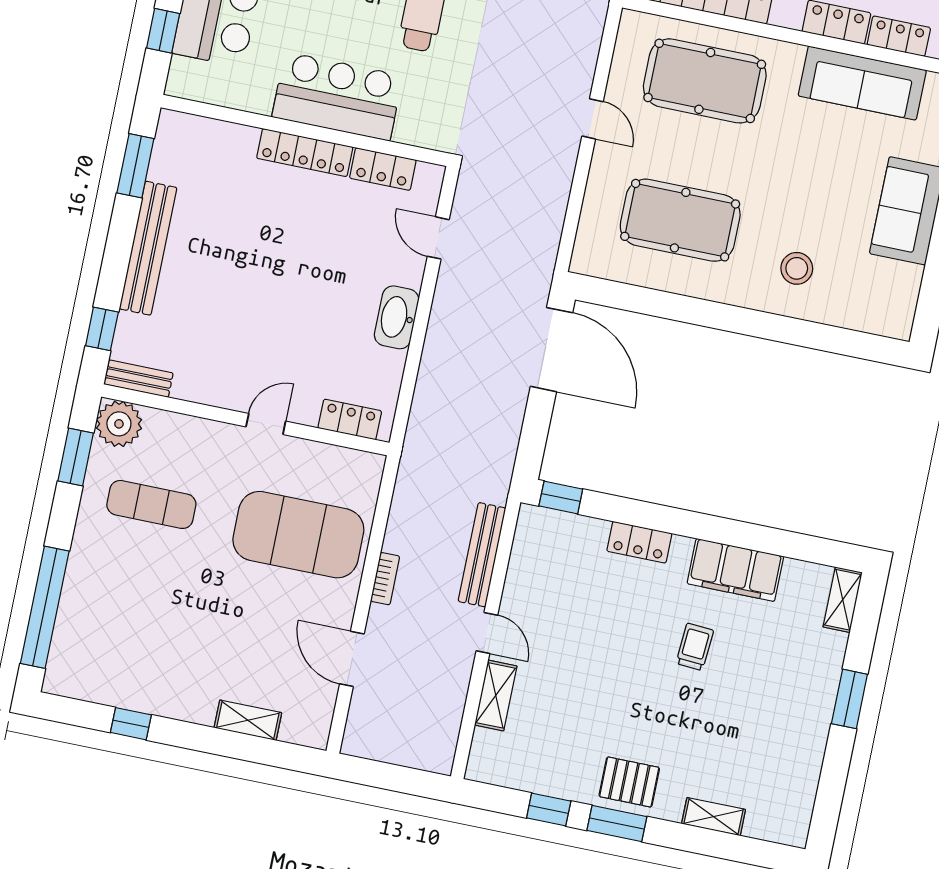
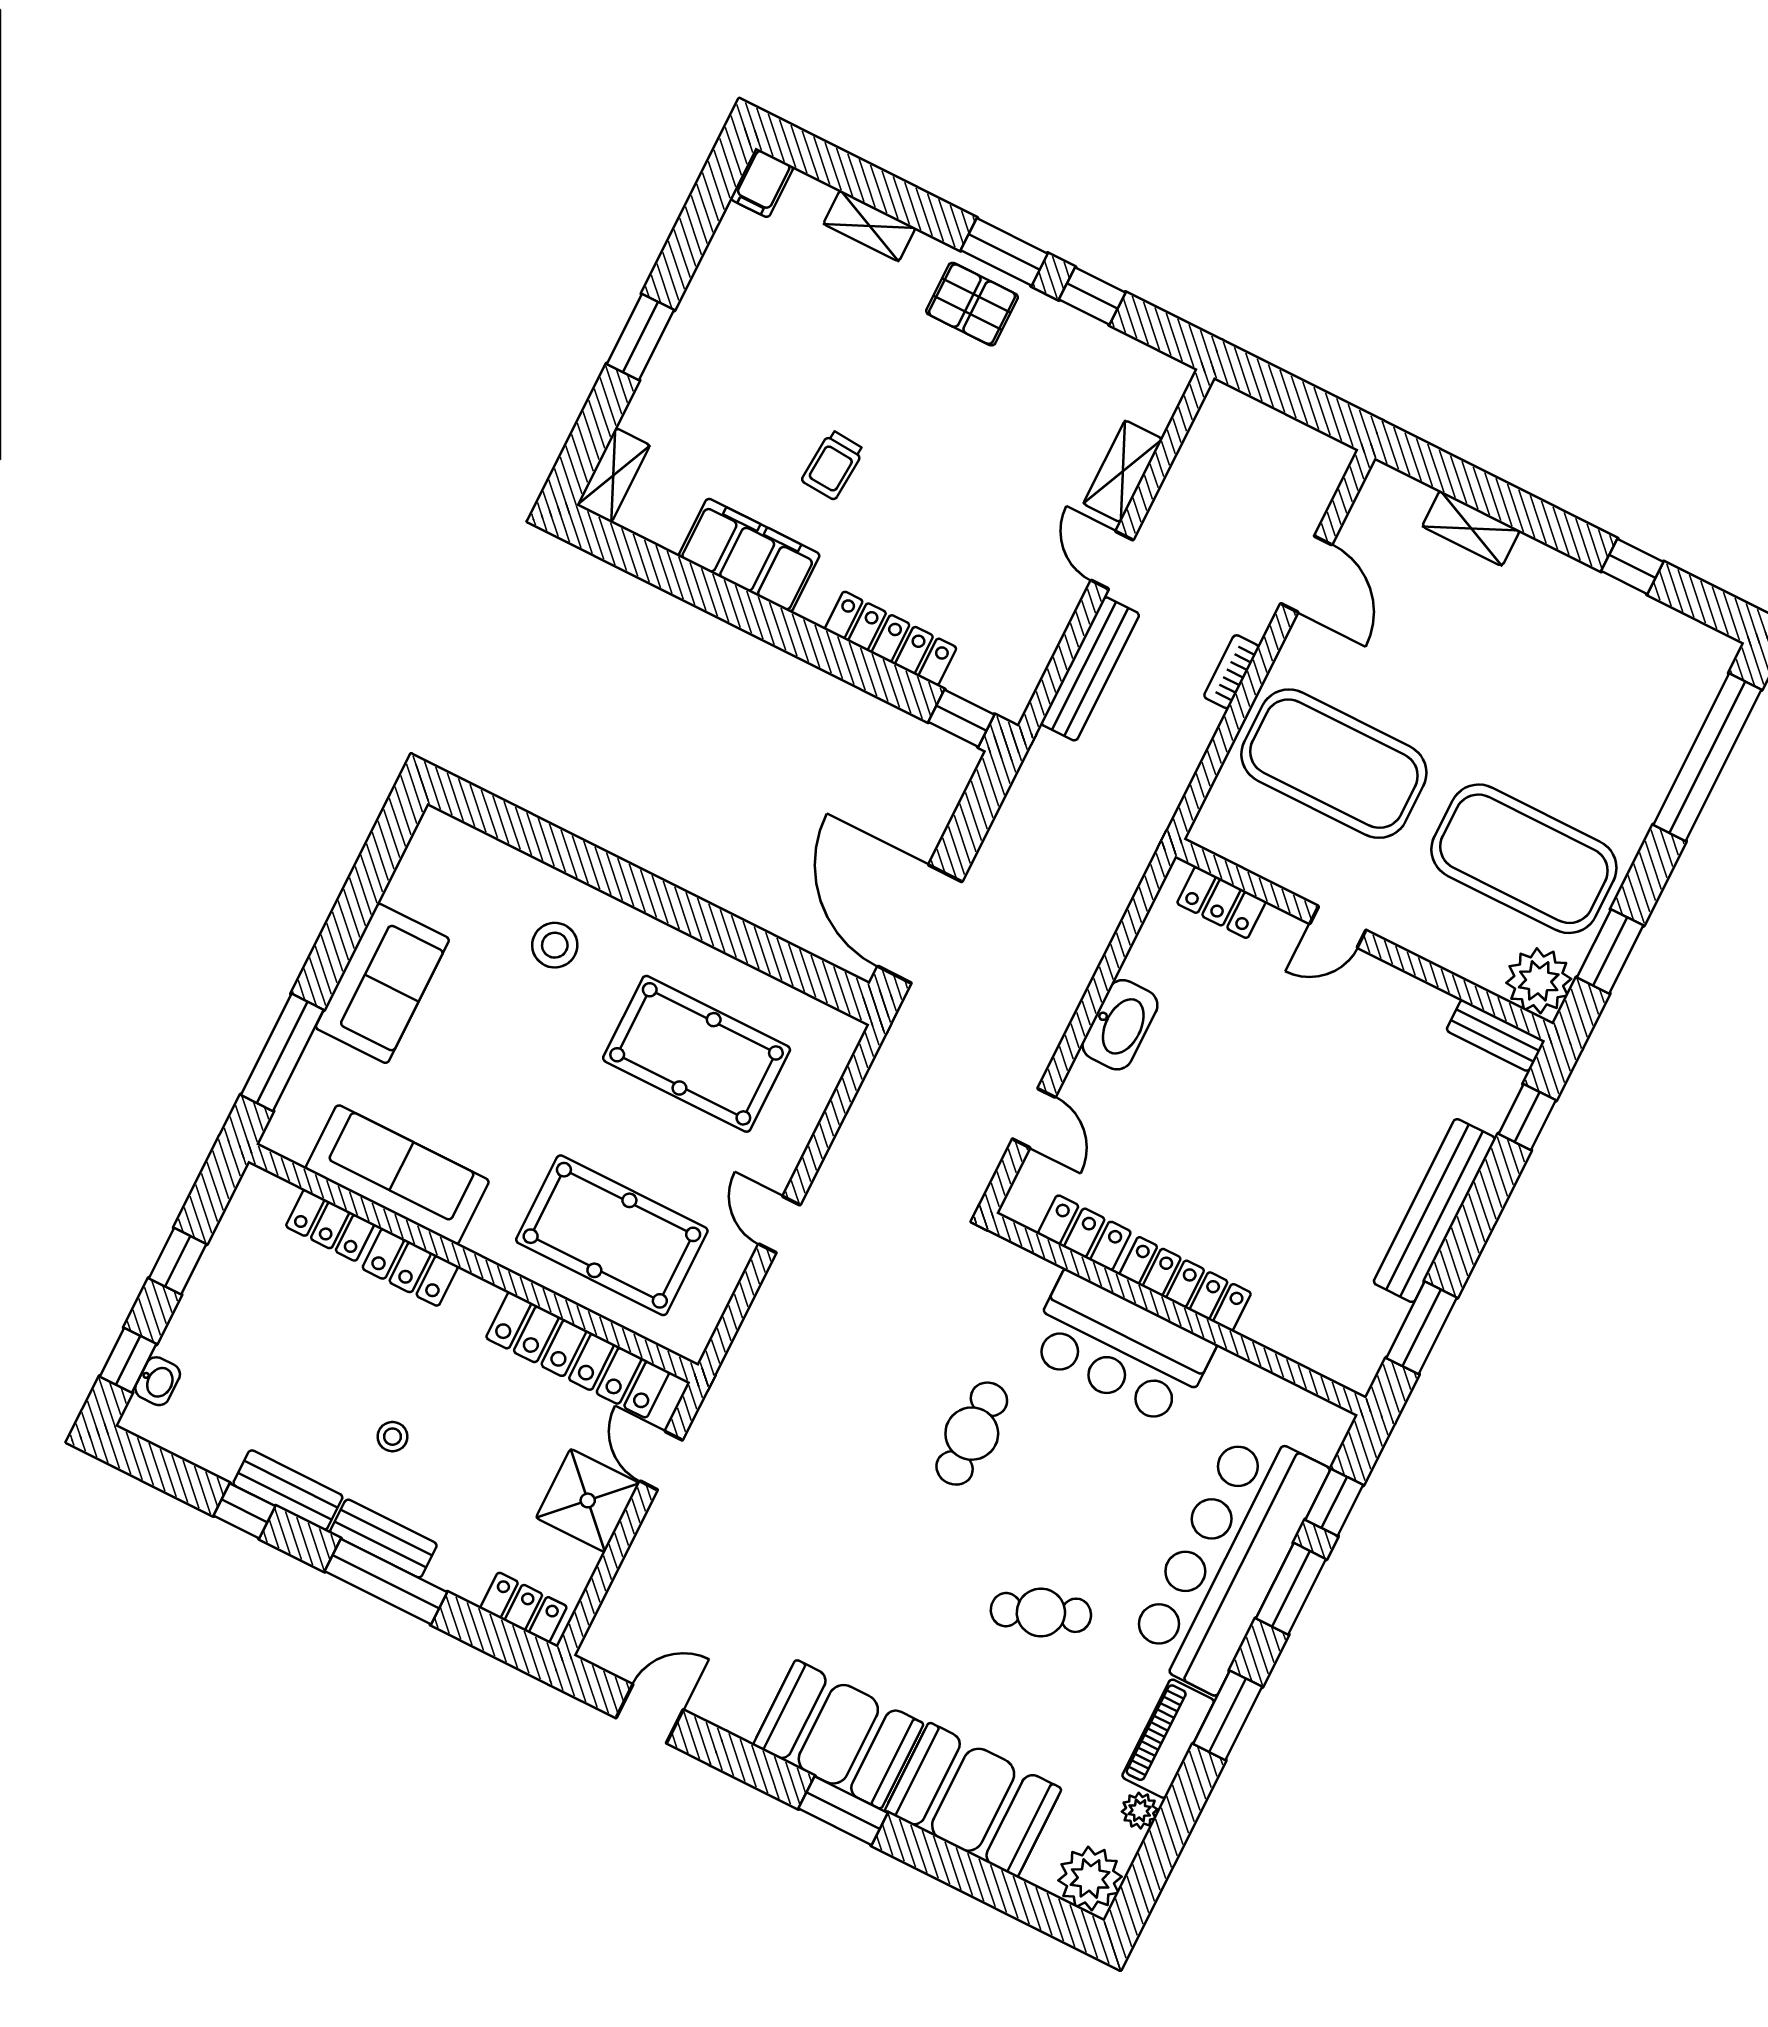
exercise mat: (151, 504) -> (1524, 859), width x2.00, depth x1.45
locker: (639, 542) -> (891, 638), width x1.53
filing cabinet: (795, 826) -> (762, 183), added

